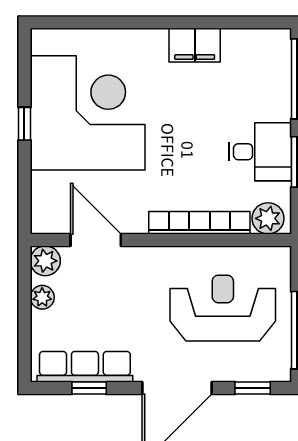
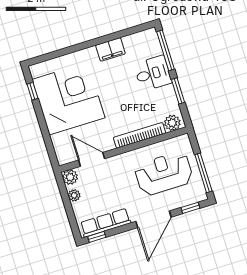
window: (24, 124) -> (32, 91), moved
desk: (260, 152) -> (153, 73), moved
window: (89, 388) -> (97, 237), moved

